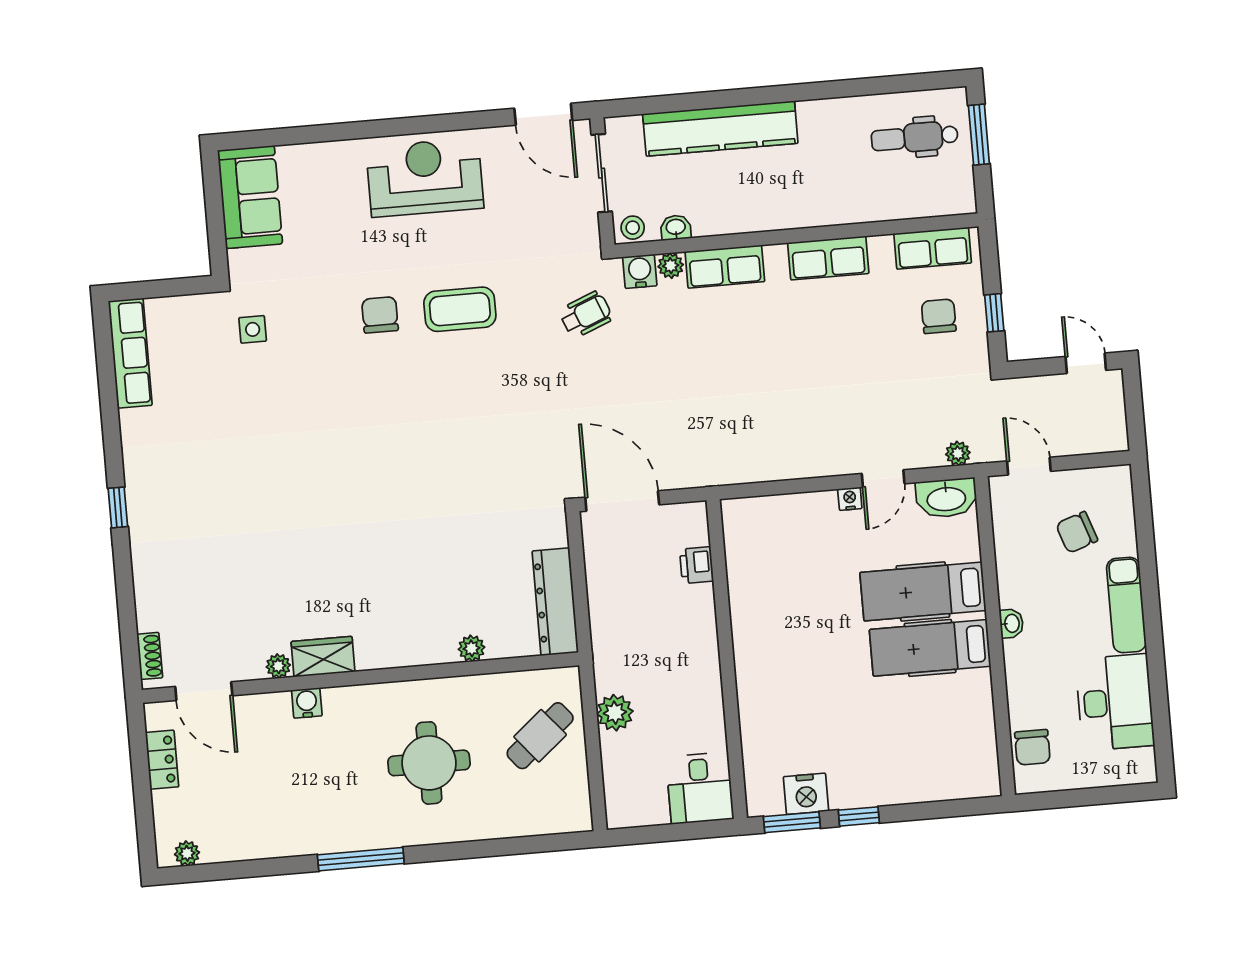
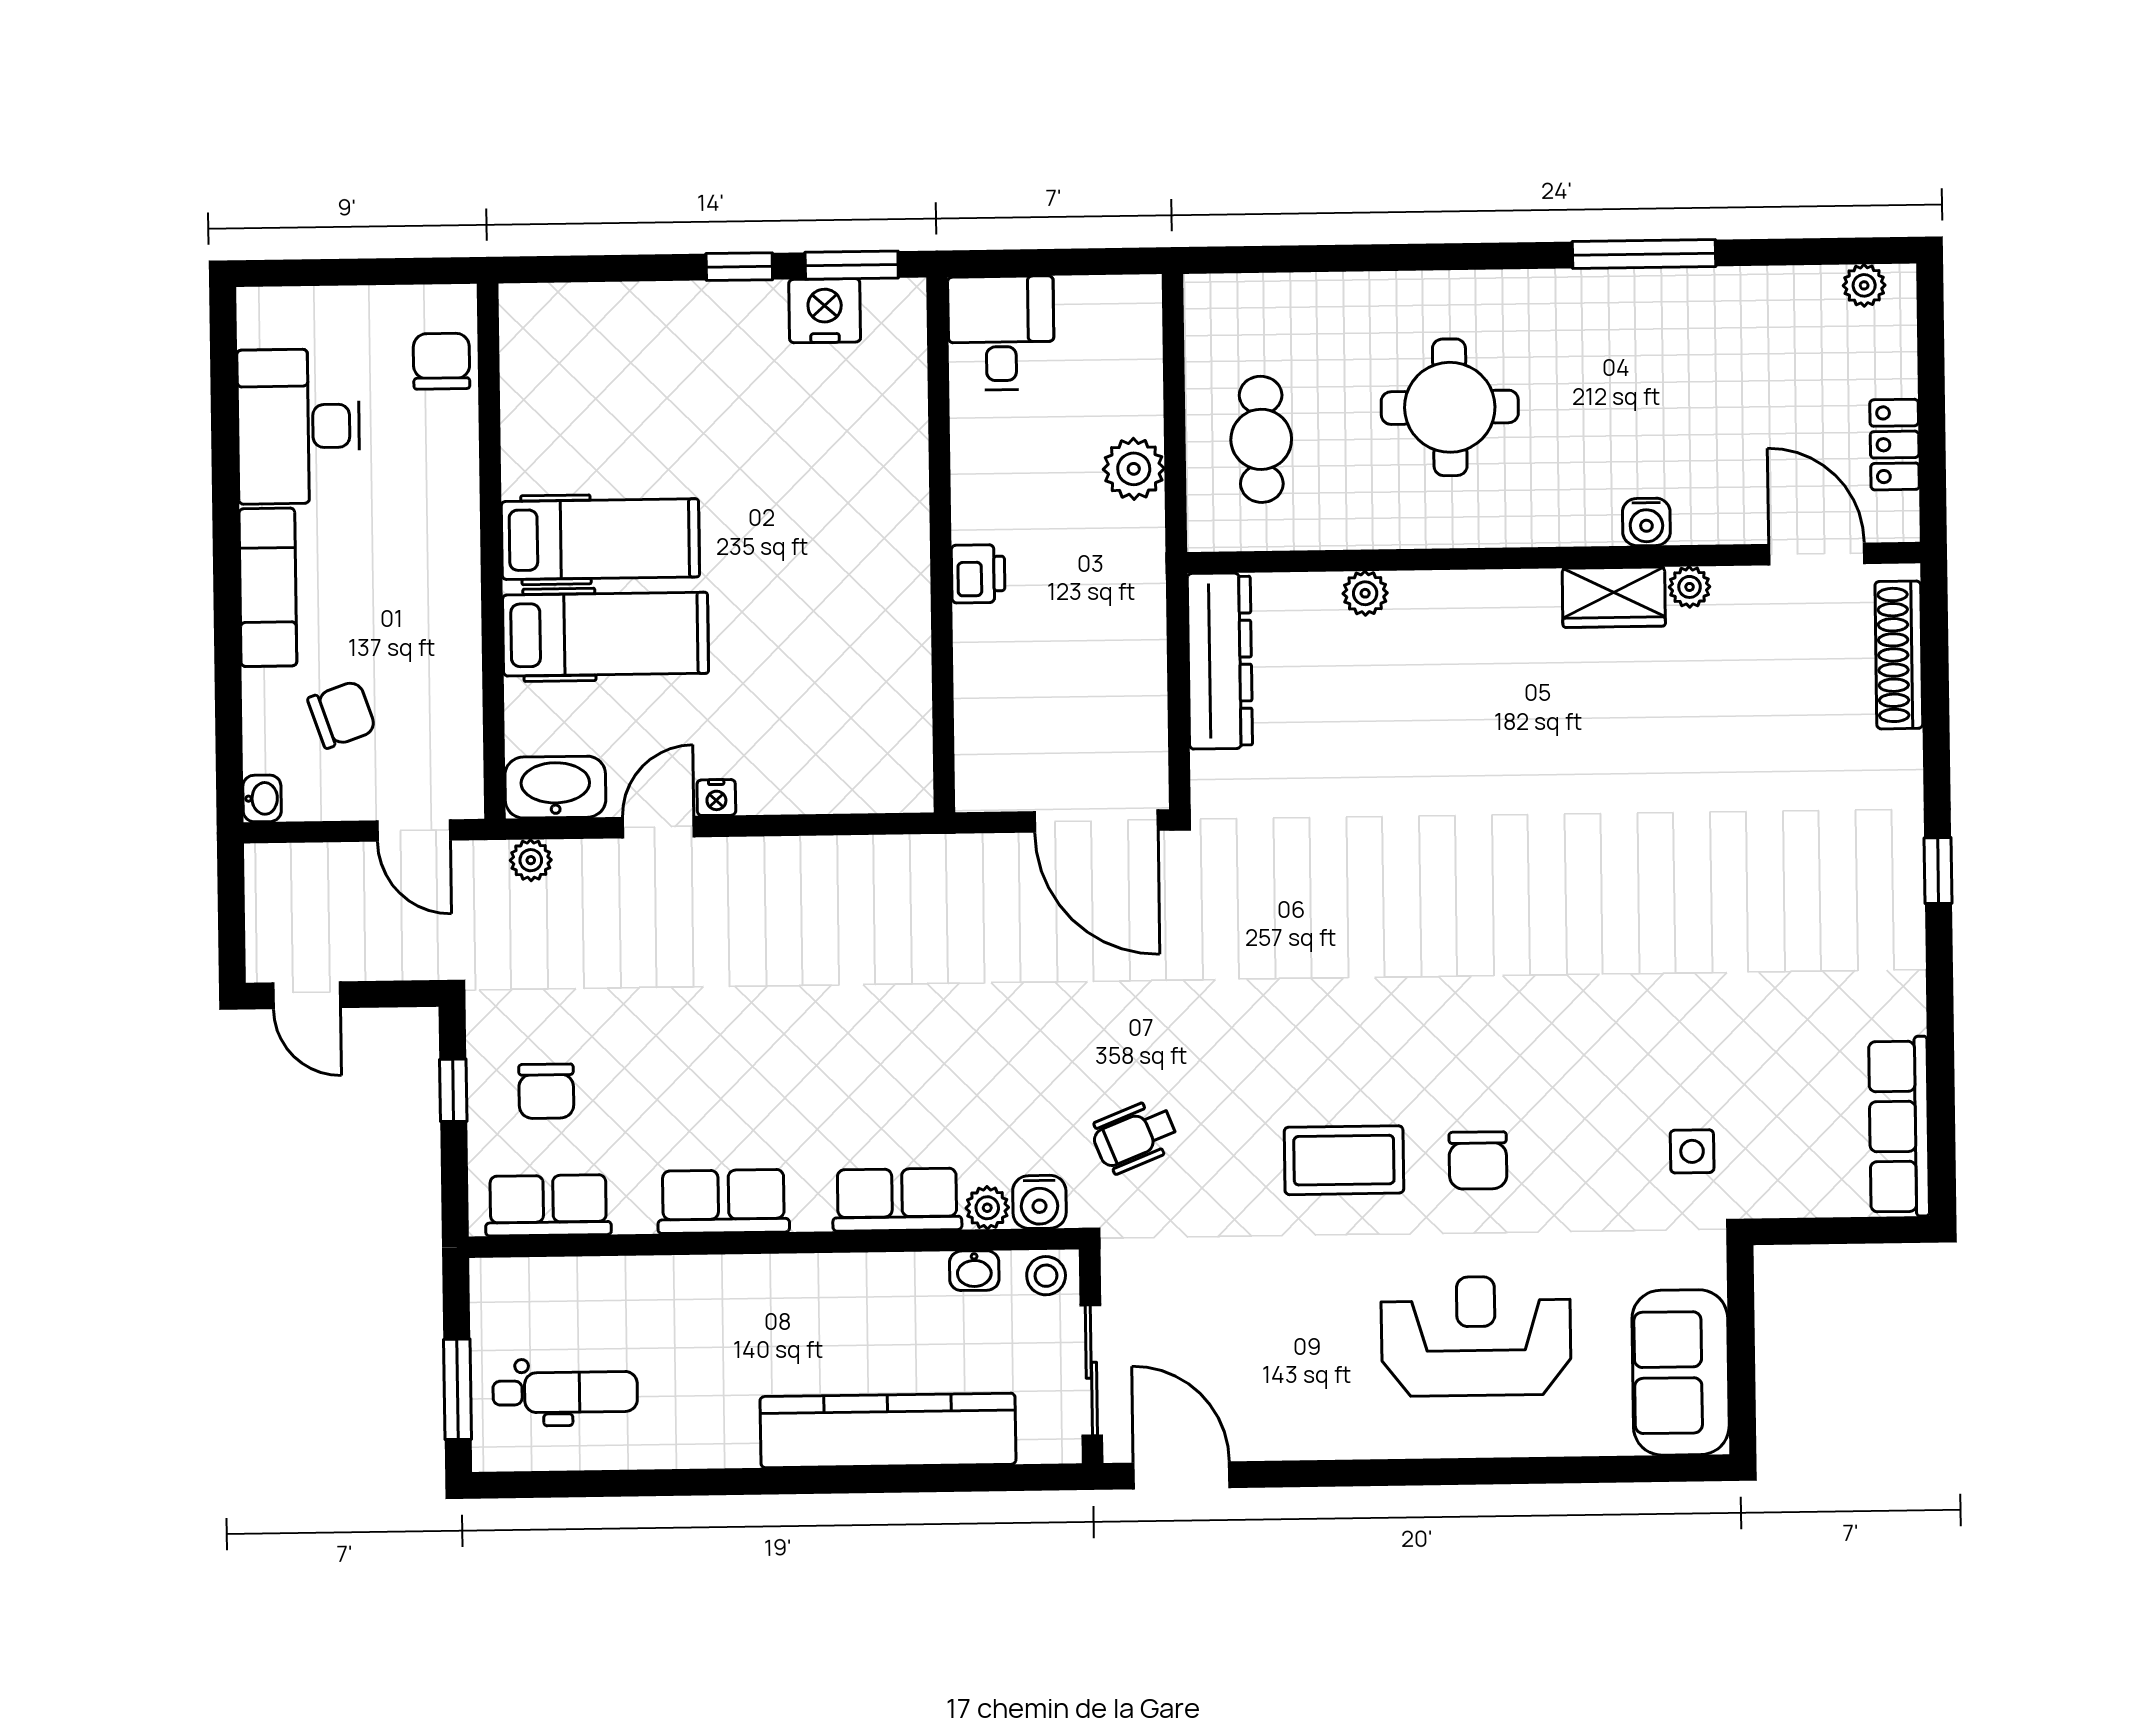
reception desk: (425, 177) -> (1476, 1336), moved, turned 180
printer: (696, 565) -> (978, 574), moved
washbasin: (1011, 623) -> (262, 798), moved, turned 180
shoe rack: (150, 656) -> (1899, 655), width x1.94, depth x1.24
cafe table: (540, 736) -> (1261, 439), turned -50
window: (361, 859) -> (1644, 254), moved

